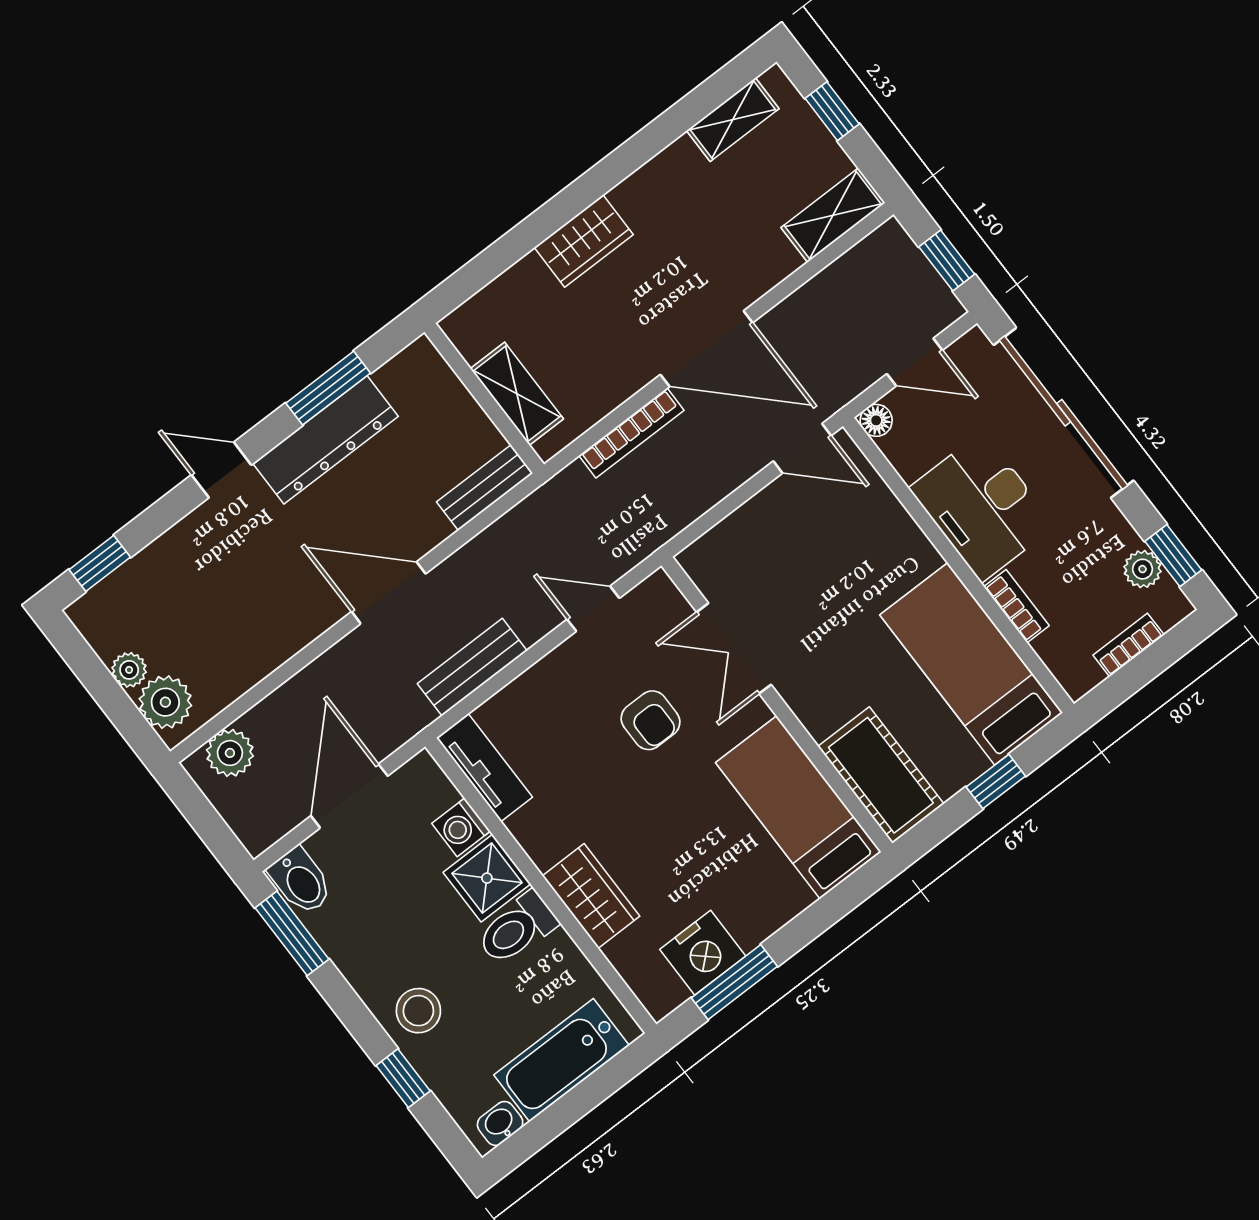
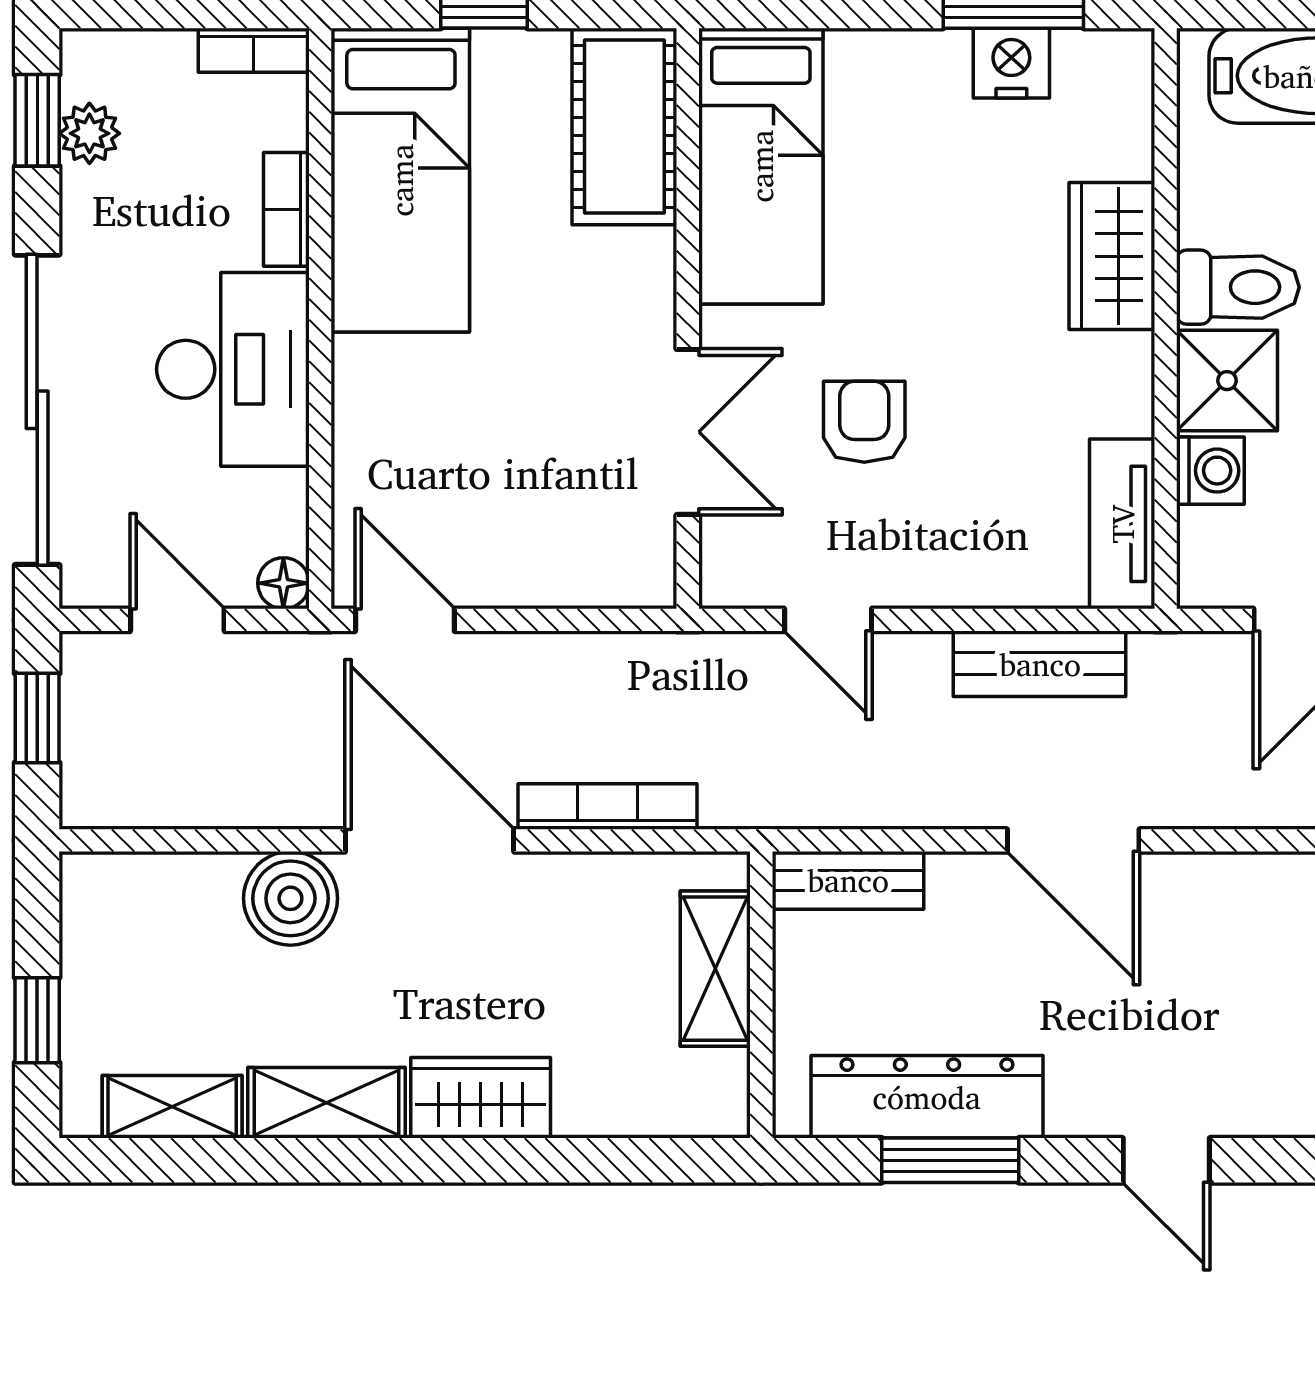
shelving: (833, 215) -> (326, 1103), moved
boiler: (753, 267) -> (290, 898), added
dresser: (325, 440) -> (927, 1097), moved
bookcase: (1129, 645) -> (254, 50), moved
nightstand: (703, 953) -> (1011, 63), width x0.74, depth x0.75

